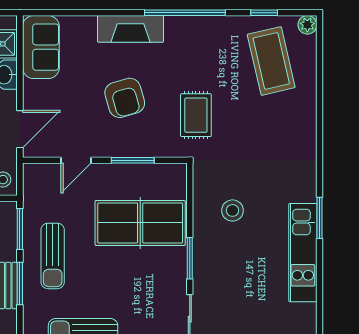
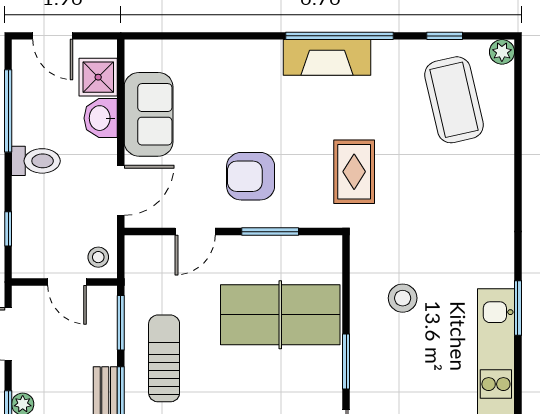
fireplace: (130, 29) -> (327, 57), moved
sofa: (41, 47) -> (149, 114), moved
armchair: (125, 98) -> (251, 176), moved, turned 106
sun lounger: (53, 256) -> (164, 358), turned 180

